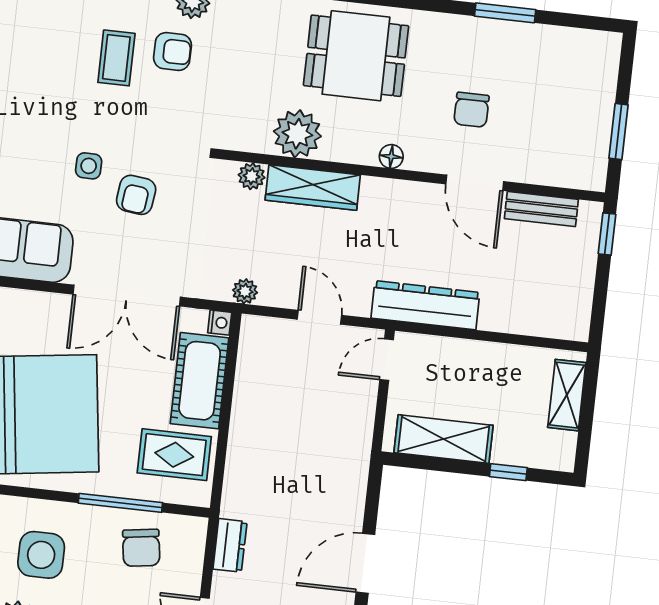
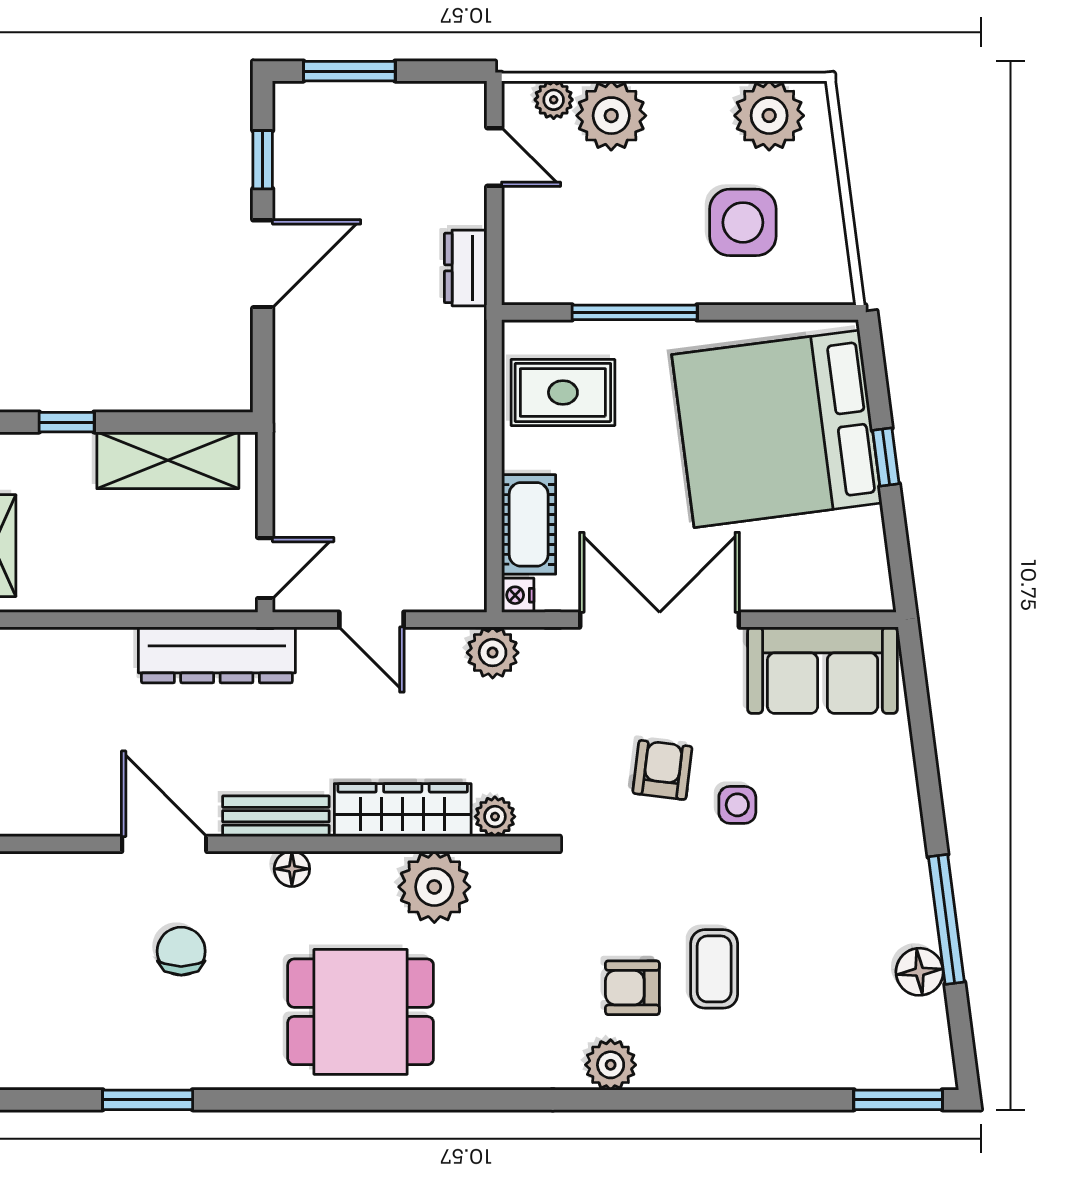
bench: (541, 209) -> (276, 816), moved
plant: (245, 291) -> (493, 653), width x1.38, depth x1.38
cot: (200, 381) -> (529, 524), width x0.73, depth x0.75
chair: (141, 548) -> (596, 249), removed

